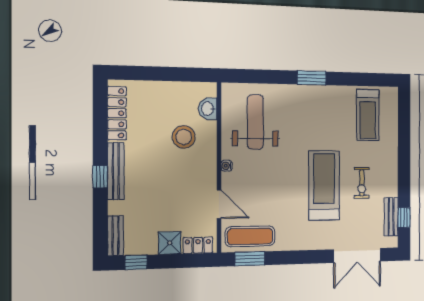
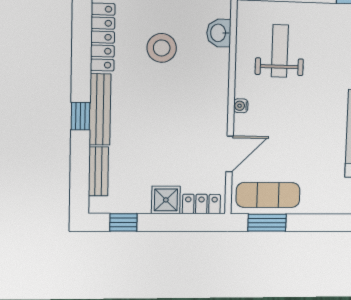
weight bench: (255, 122) -> (280, 51), width x0.73, depth x0.75
stool: (184, 137) -> (162, 48), moved
door: (219, 204) -> (230, 154), hinge flipped
bench: (115, 236) -> (98, 171), moved

